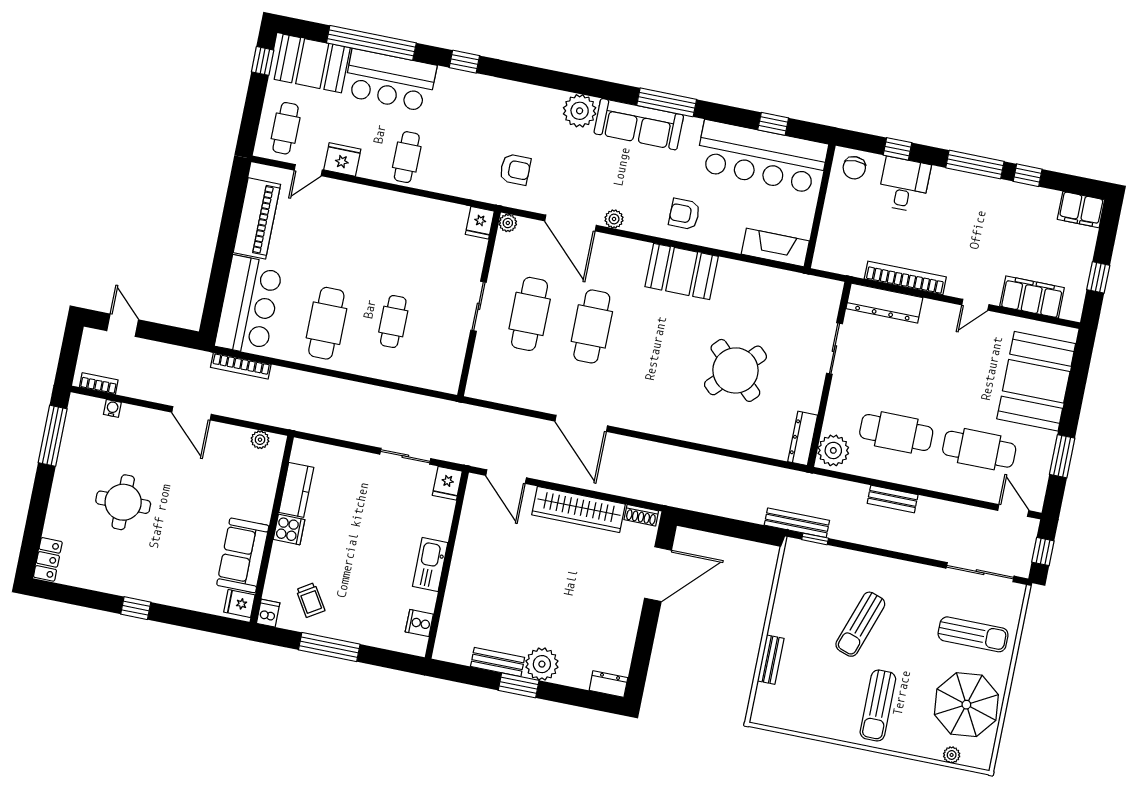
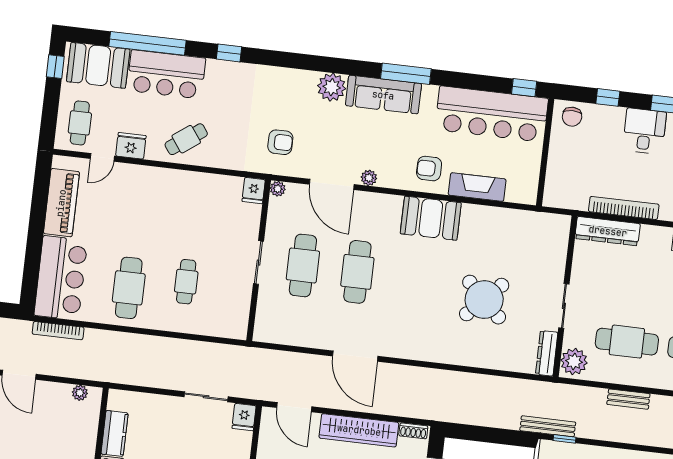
window: (773, 124) -> (524, 88), moved
cafe table: (407, 157) -> (186, 139), turned 54
desk: (904, 185) -> (644, 131), moved
fireplace: (775, 247) -> (477, 187), moved
sliding door: (834, 349) -> (564, 306), moved

